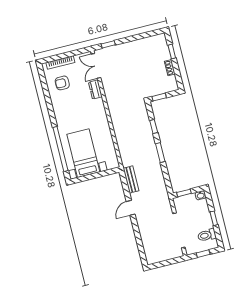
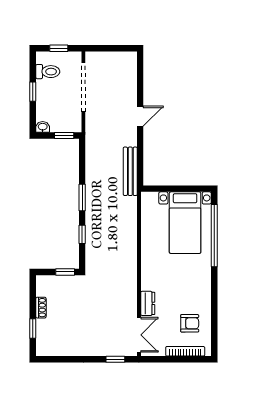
bench: (131, 180) -> (130, 171), width x1.36
door: (131, 208) -> (140, 116), moved

